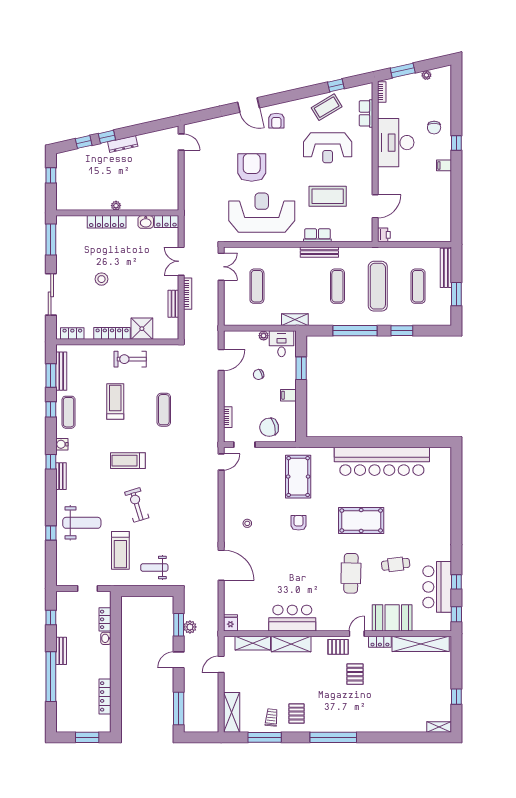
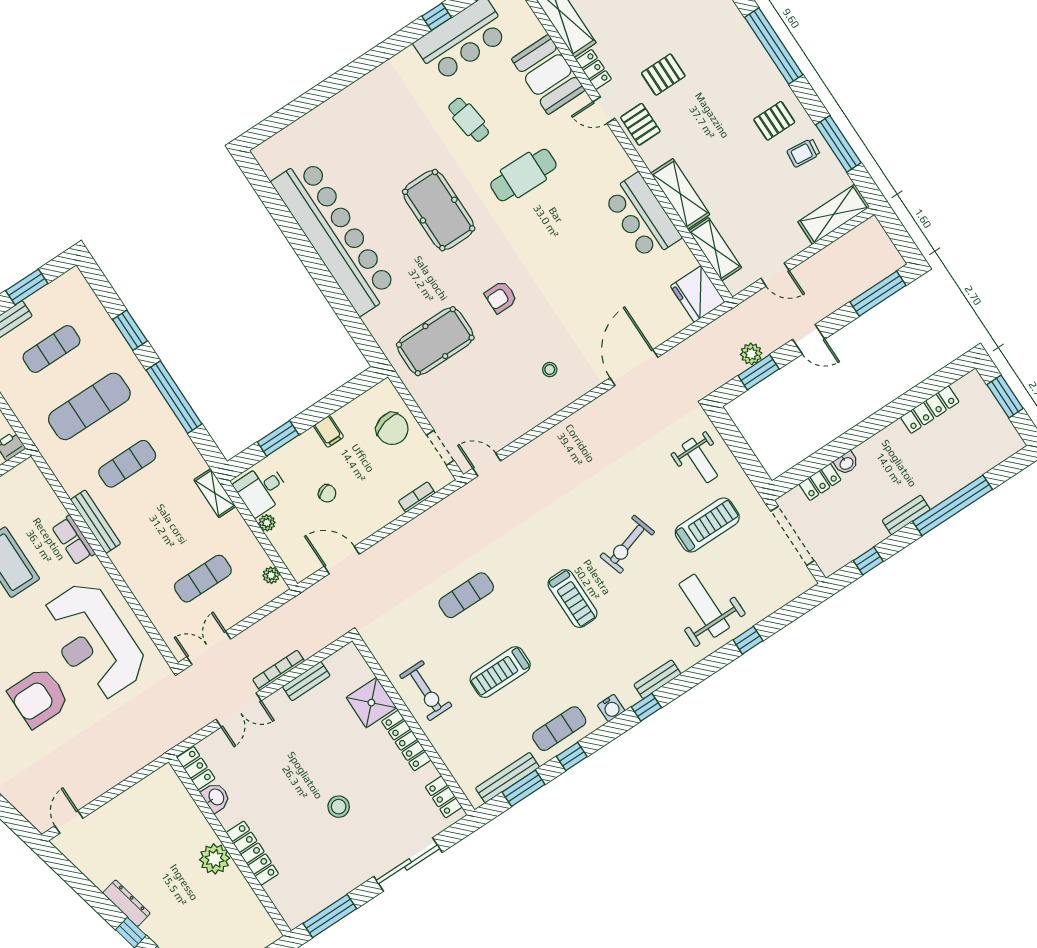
plant: (116, 206) -> (215, 859), width x1.88, depth x1.88
plant: (237, 321) -> (271, 575), added
doorway: (87, 589) -> (793, 536), width x1.87
fridge: (230, 623) -> (698, 294), width x1.88, depth x1.34

